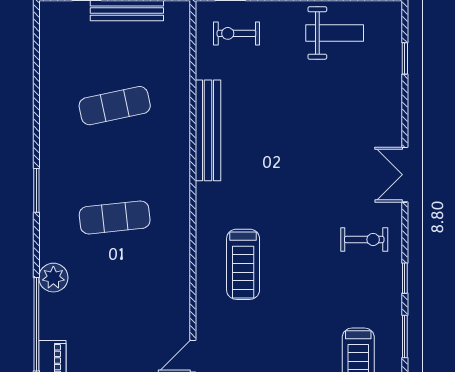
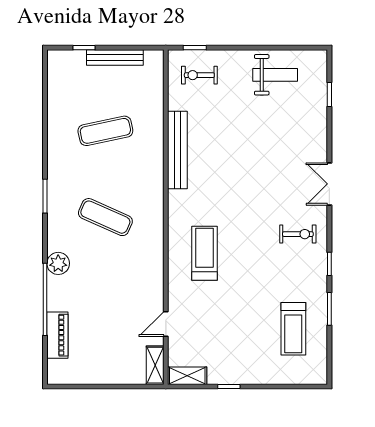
exercise mat: (115, 217) -> (105, 217), turned 30
treadmill: (243, 264) -> (204, 253), turned 180

